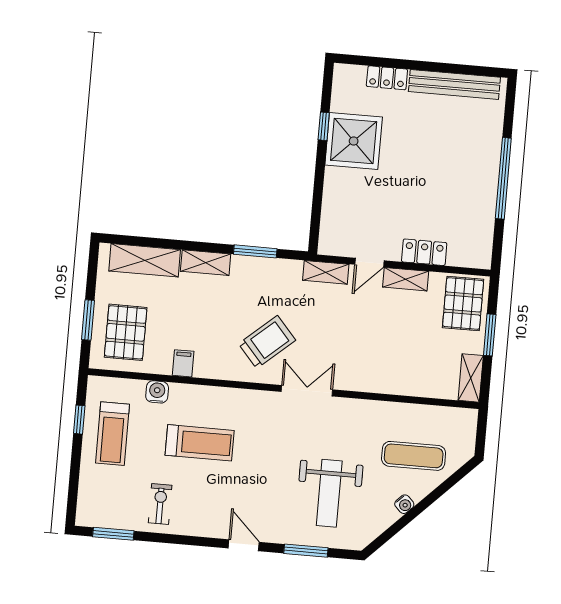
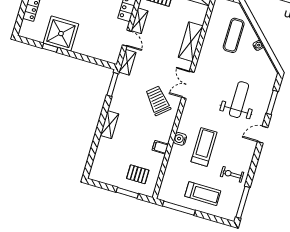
window: (255, 251) -> (113, 84), moved
shelving: (145, 260) -> (191, 42), moved
pallet: (126, 332) -> (138, 174), width x0.67, depth x0.71
water cooler: (157, 392) -> (180, 139), moved
window: (79, 420) -> (179, 208), width x2.17
treadmill: (113, 434) -> (203, 194), moved
weight bench: (329, 493) -> (239, 100), moved, turned -90
window: (113, 534) -> (243, 202), width x1.44

